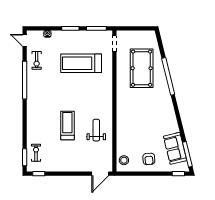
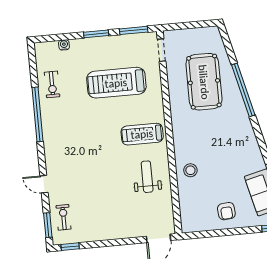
door: (25, 40) -> (44, 184), moved
treadmill: (67, 125) -> (142, 134), moved, turned -90
stool: (124, 160) -> (190, 170), moved

